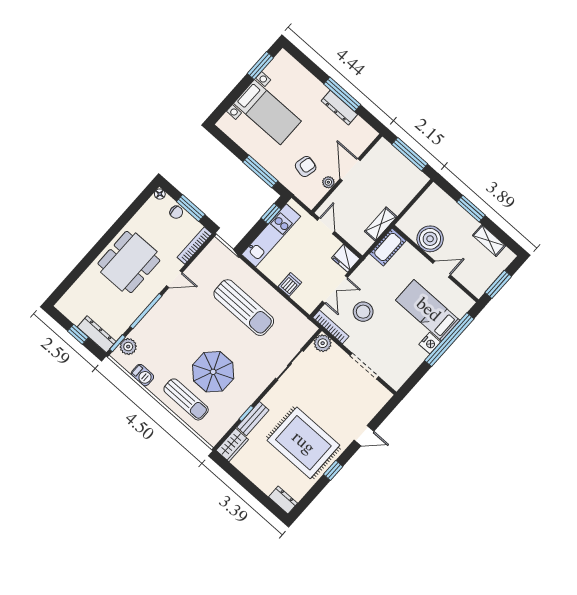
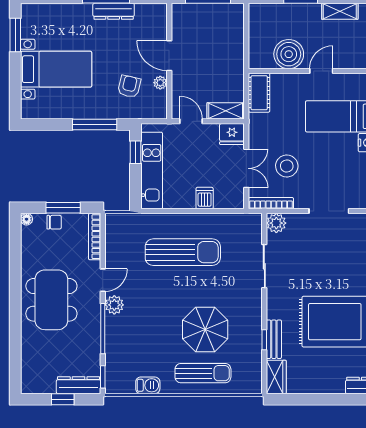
shelving: (381, 224) -> (226, 111), moved, turned 90
plant: (128, 347) -> (114, 305), moved

